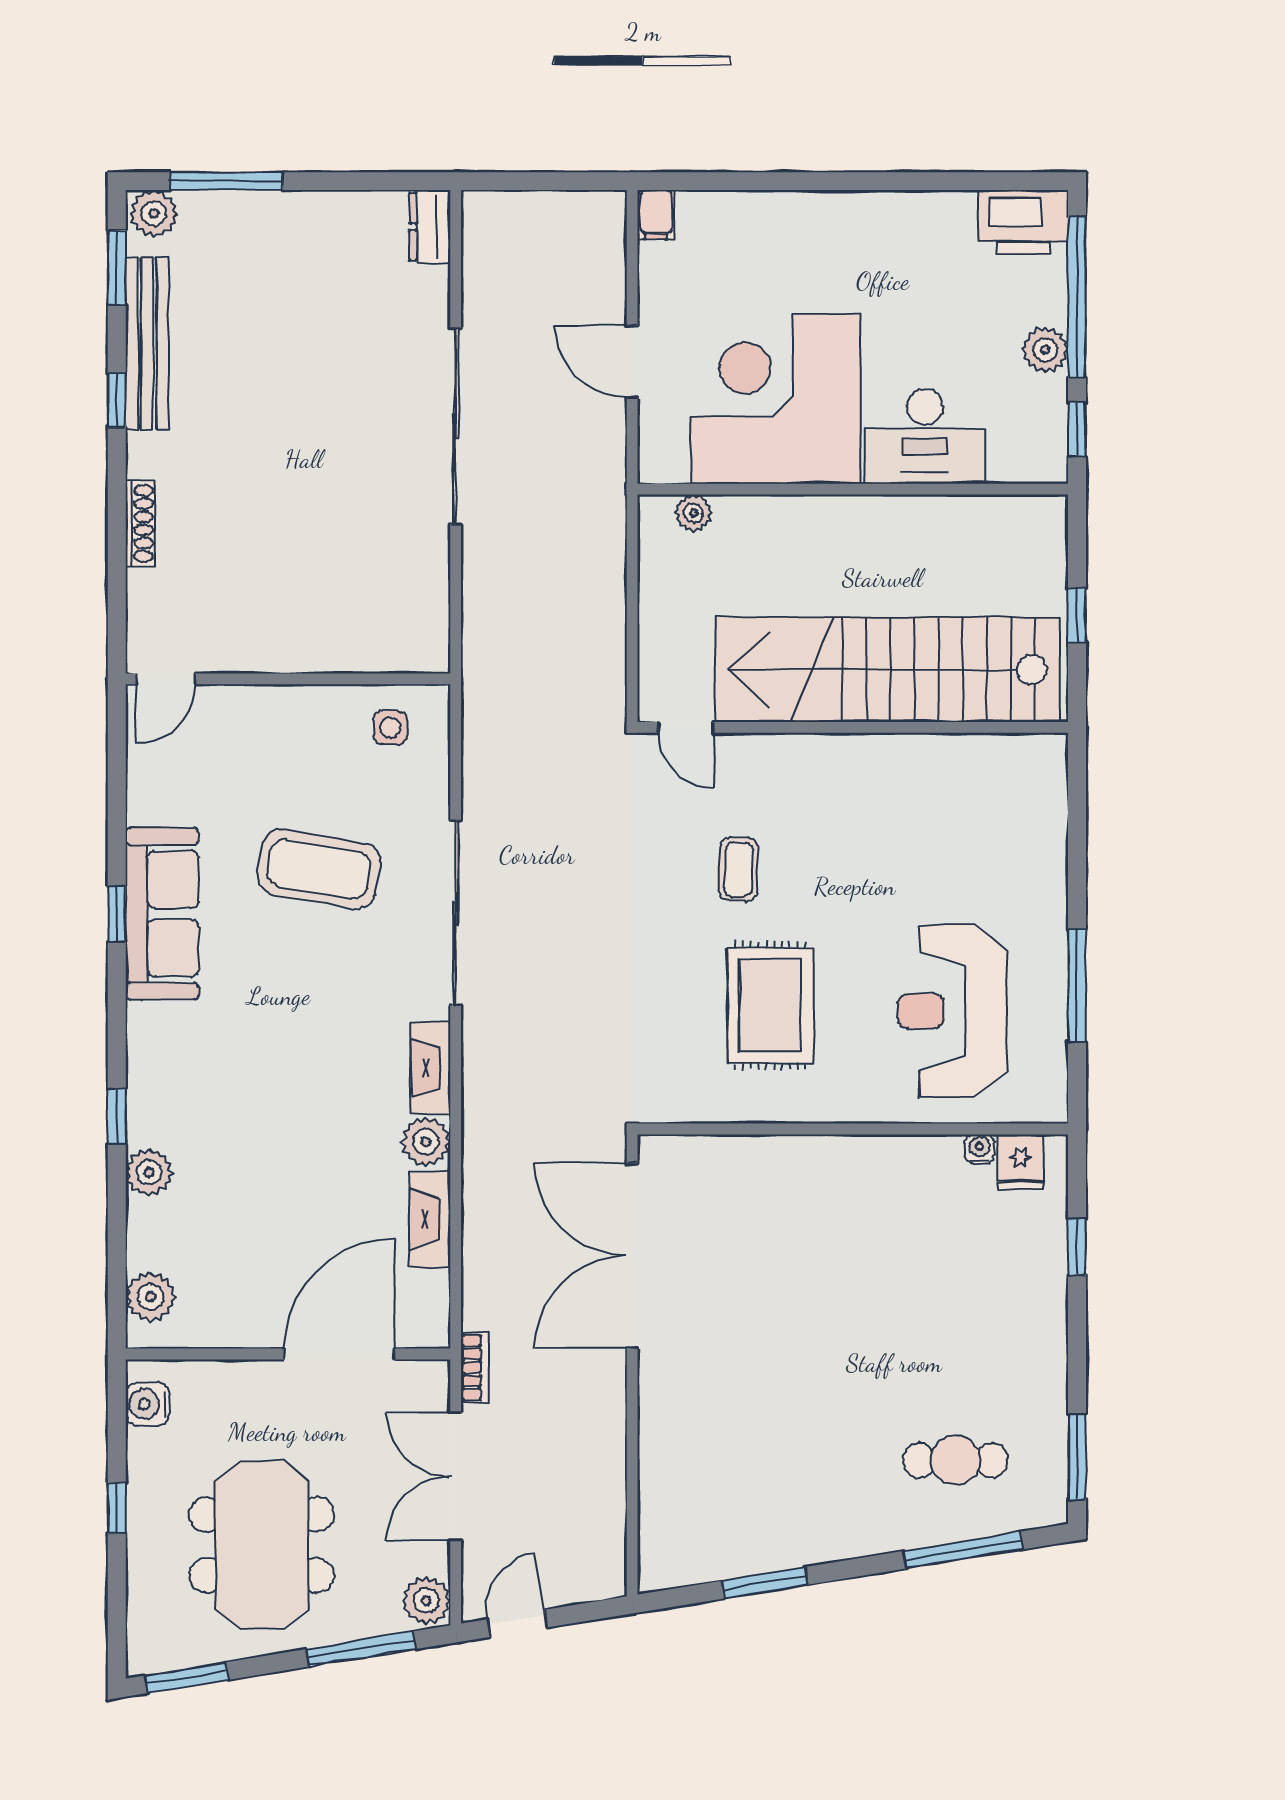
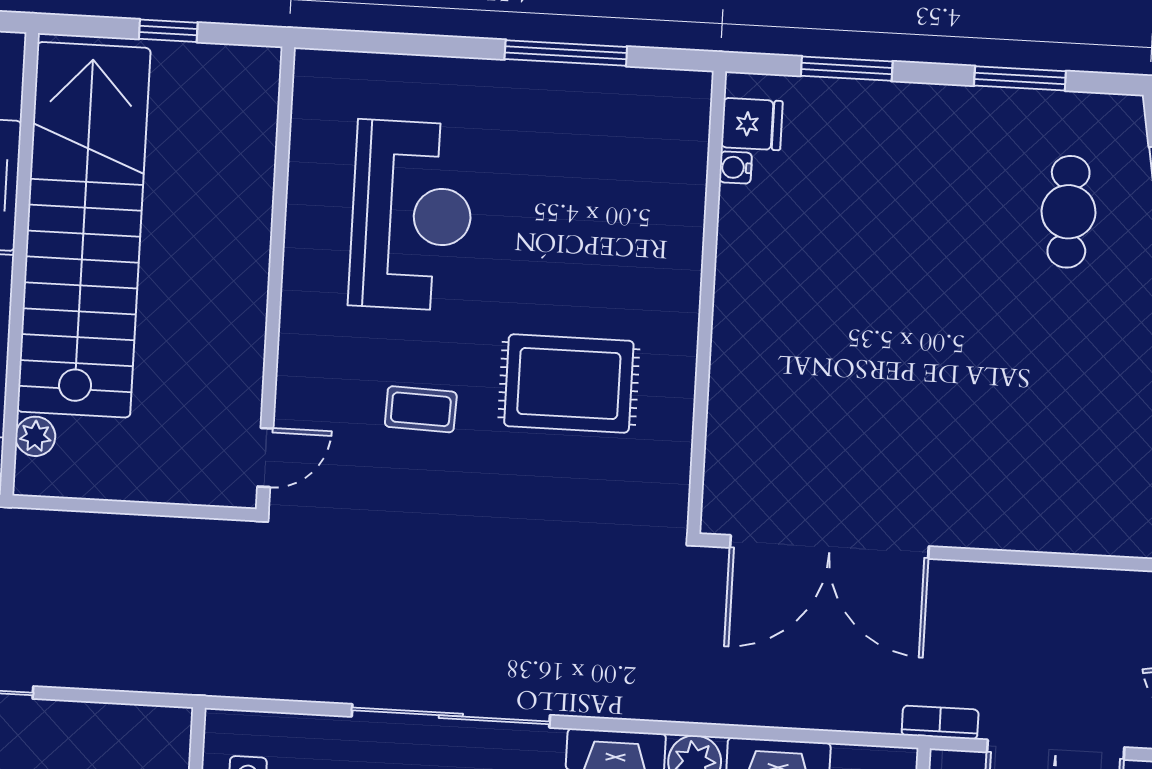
stairs: (887, 670) -> (84, 230), moved, turned 180
reception desk: (952, 1011) -> (412, 215), moved, turned -90
window: (1077, 1247) -> (847, 69), width x1.50
window: (1077, 1457) -> (1020, 78), moved

